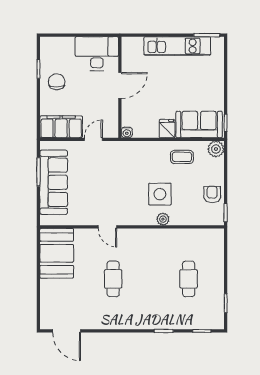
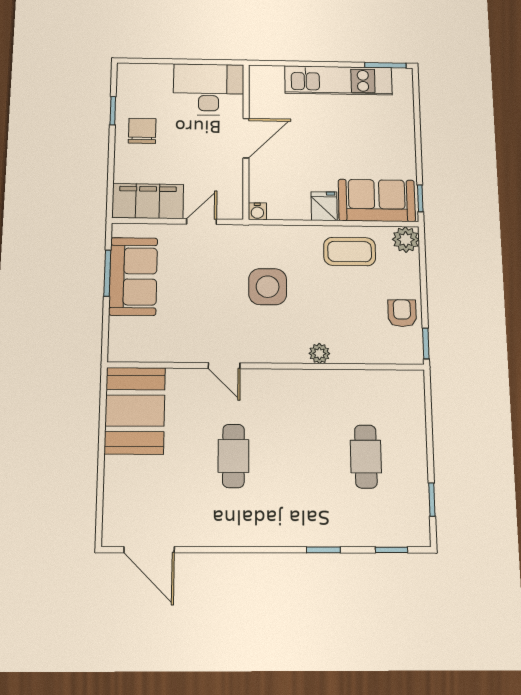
coffee table: (182, 157) -> (350, 252), width x1.36, depth x1.30
sofa: (54, 182) -> (133, 276), width x0.73
side table: (160, 194) -> (268, 287), moved

